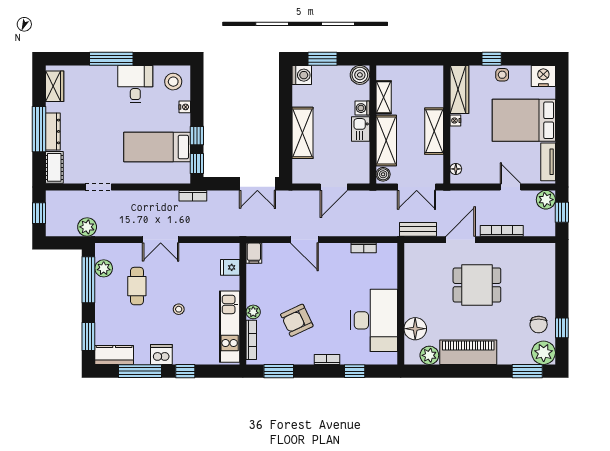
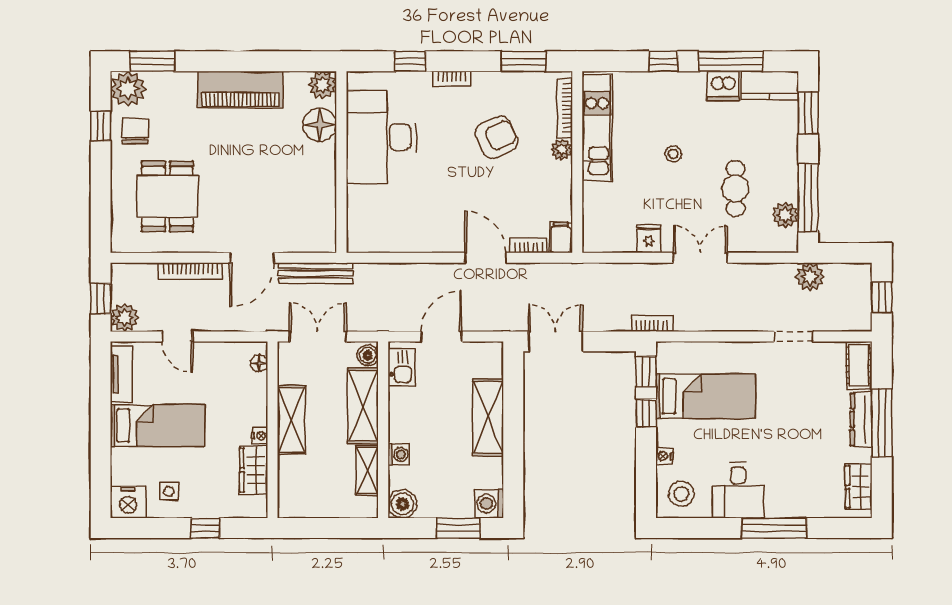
side table: (502, 75) -> (169, 491), moved
wardrobe: (459, 89) -> (254, 470), width x0.67
bed: (524, 120) -> (157, 426), width x0.67
kitchen sink: (361, 129) -> (401, 367), moved
bench: (418, 229) -> (315, 273), width x1.36
bookcase: (364, 248) -> (529, 245), moved
fridge: (230, 267) -> (649, 239), moved, turned -90
dining table: (477, 285) -> (167, 196), moved, turned 90
dishwasher: (161, 354) -> (723, 86), moved
plant: (429, 355) -> (323, 85), moved

